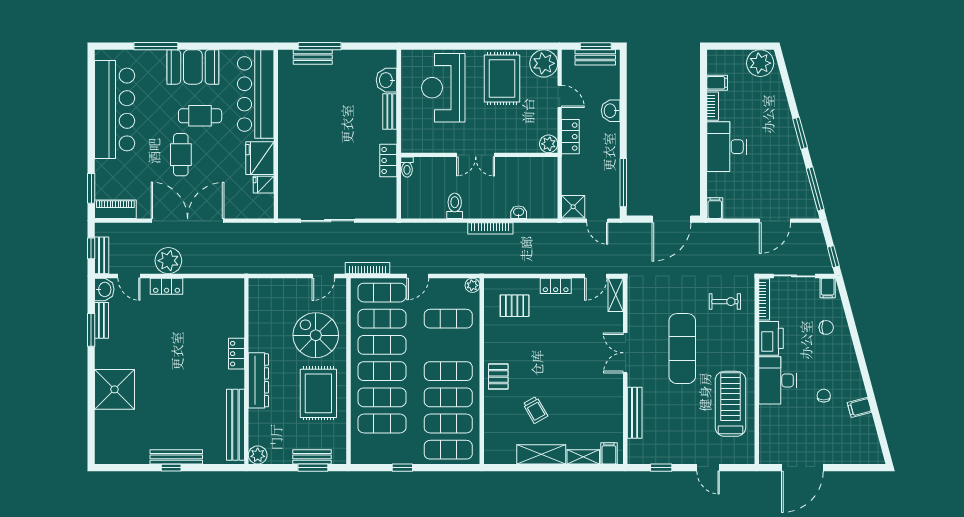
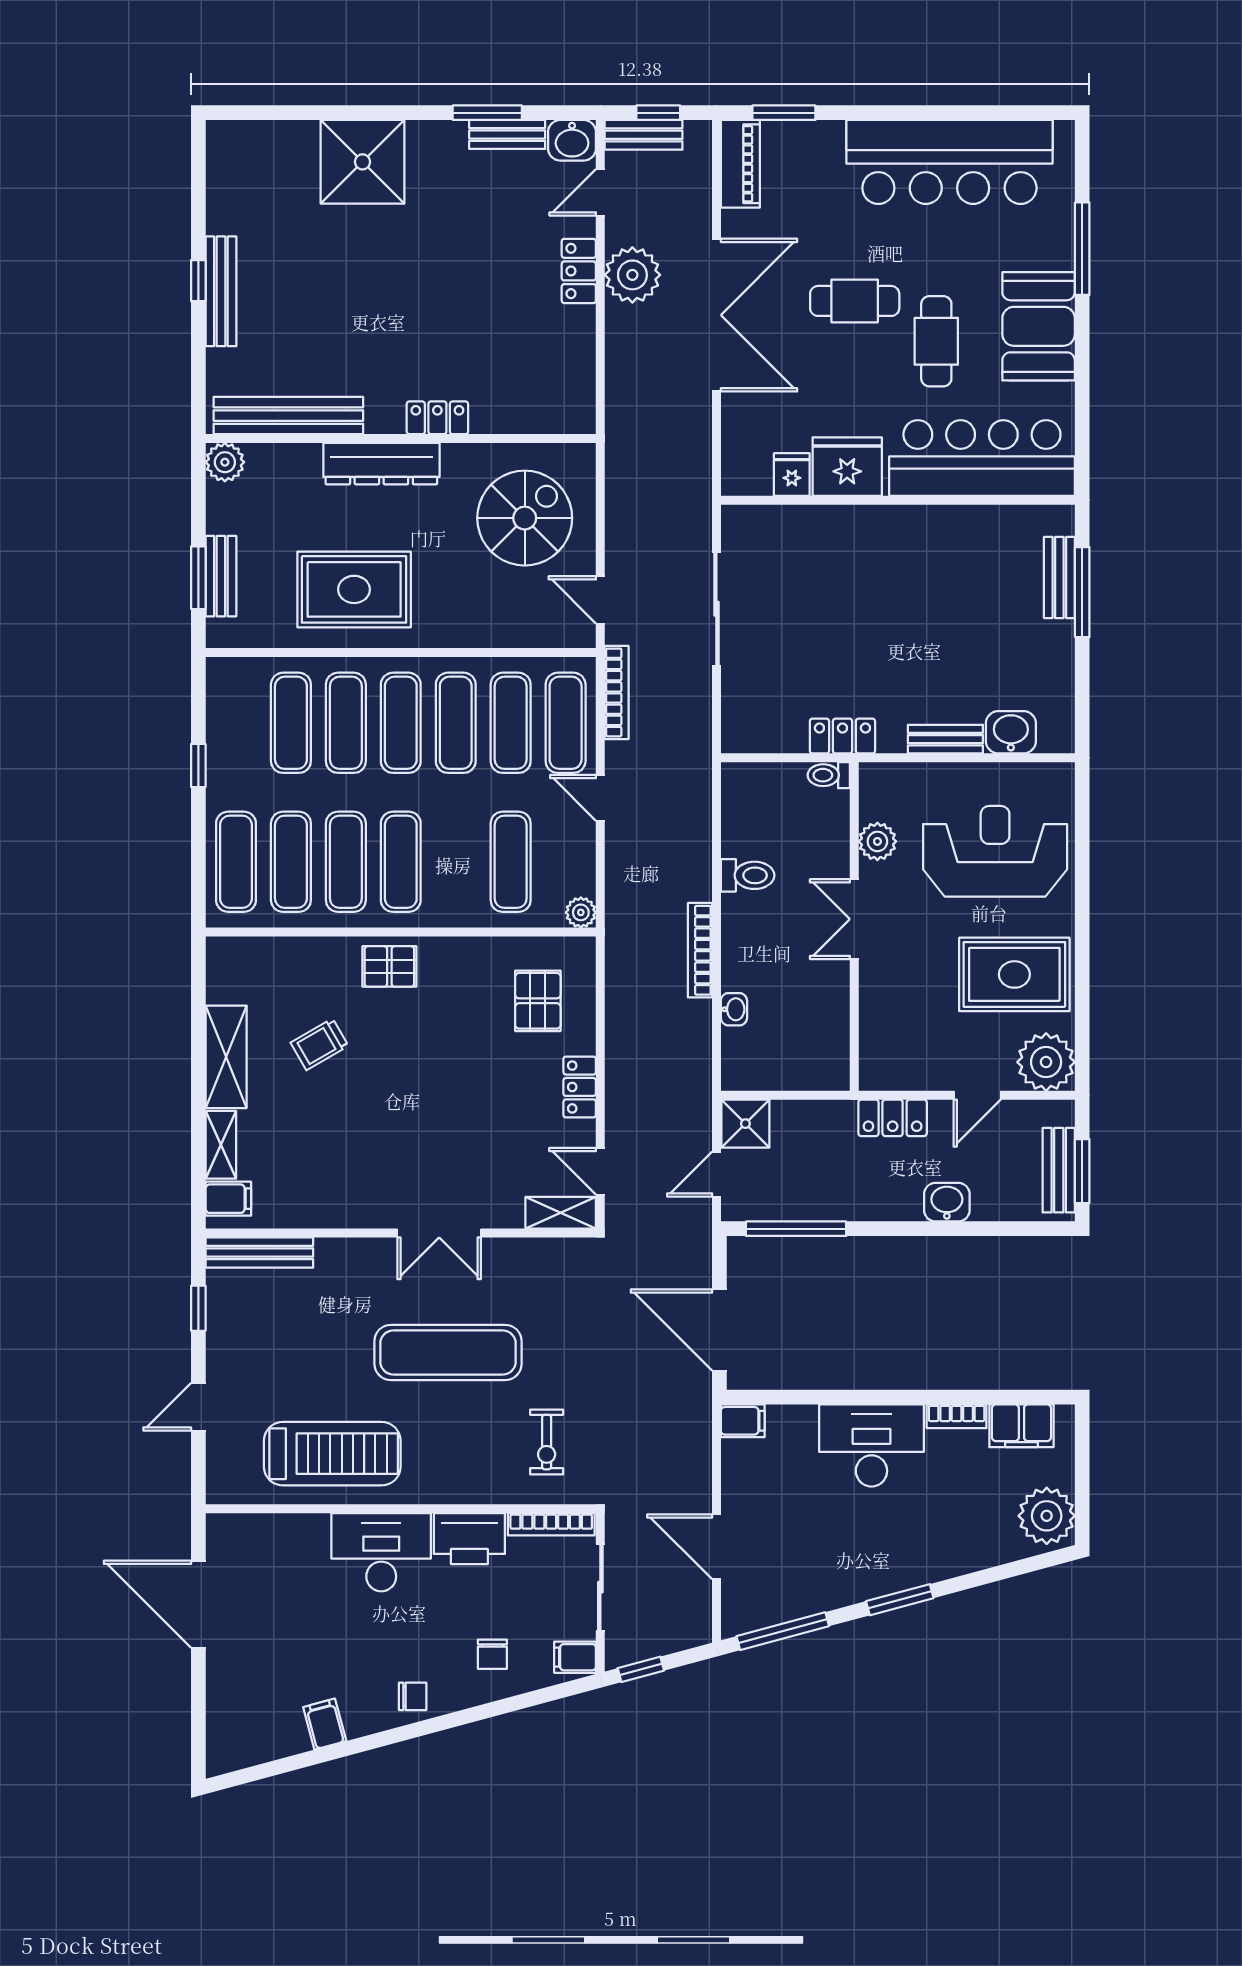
filing cabinet: (717, 83) -> (1021, 1426), width x2.00
plant: (549, 144) -> (877, 841), moved
spiral stairs: (316, 335) -> (525, 518), moved
double door: (625, 353) -> (439, 1233), swing flipped
chair: (824, 396) -> (413, 1696), moved
bench: (635, 413) -> (259, 1252), moved

